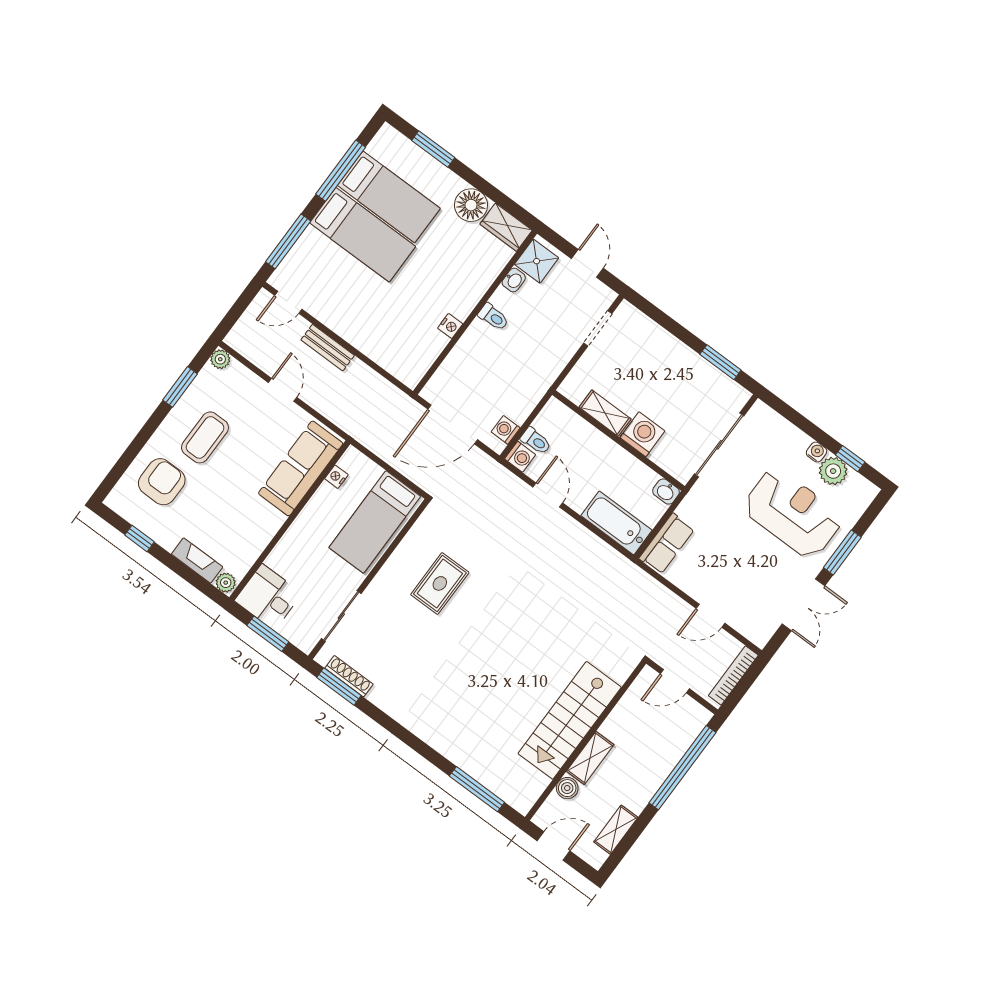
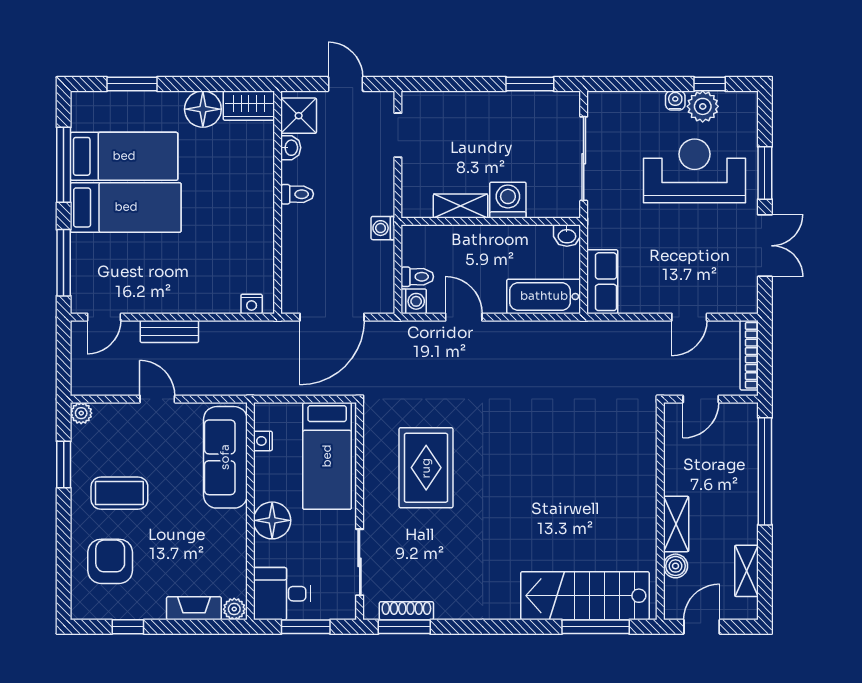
nightstand: (450, 326) -> (252, 304), moved, turned 90
washing machine: (506, 430) -> (383, 228), moved
coffee table: (205, 437) -> (119, 493), turned 90
floor lamp: (300, 539) -> (272, 520), added
rug: (440, 583) -> (426, 468), width x1.36, depth x1.43
stairs: (570, 720) -> (585, 596), moved, turned 90

